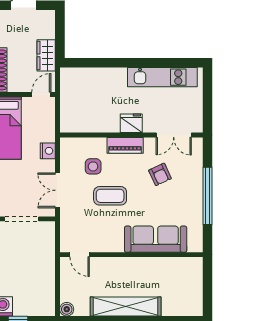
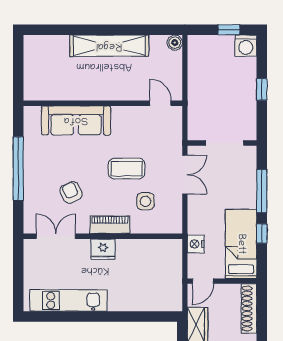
nightstand: (48, 151) -> (196, 244), moved

